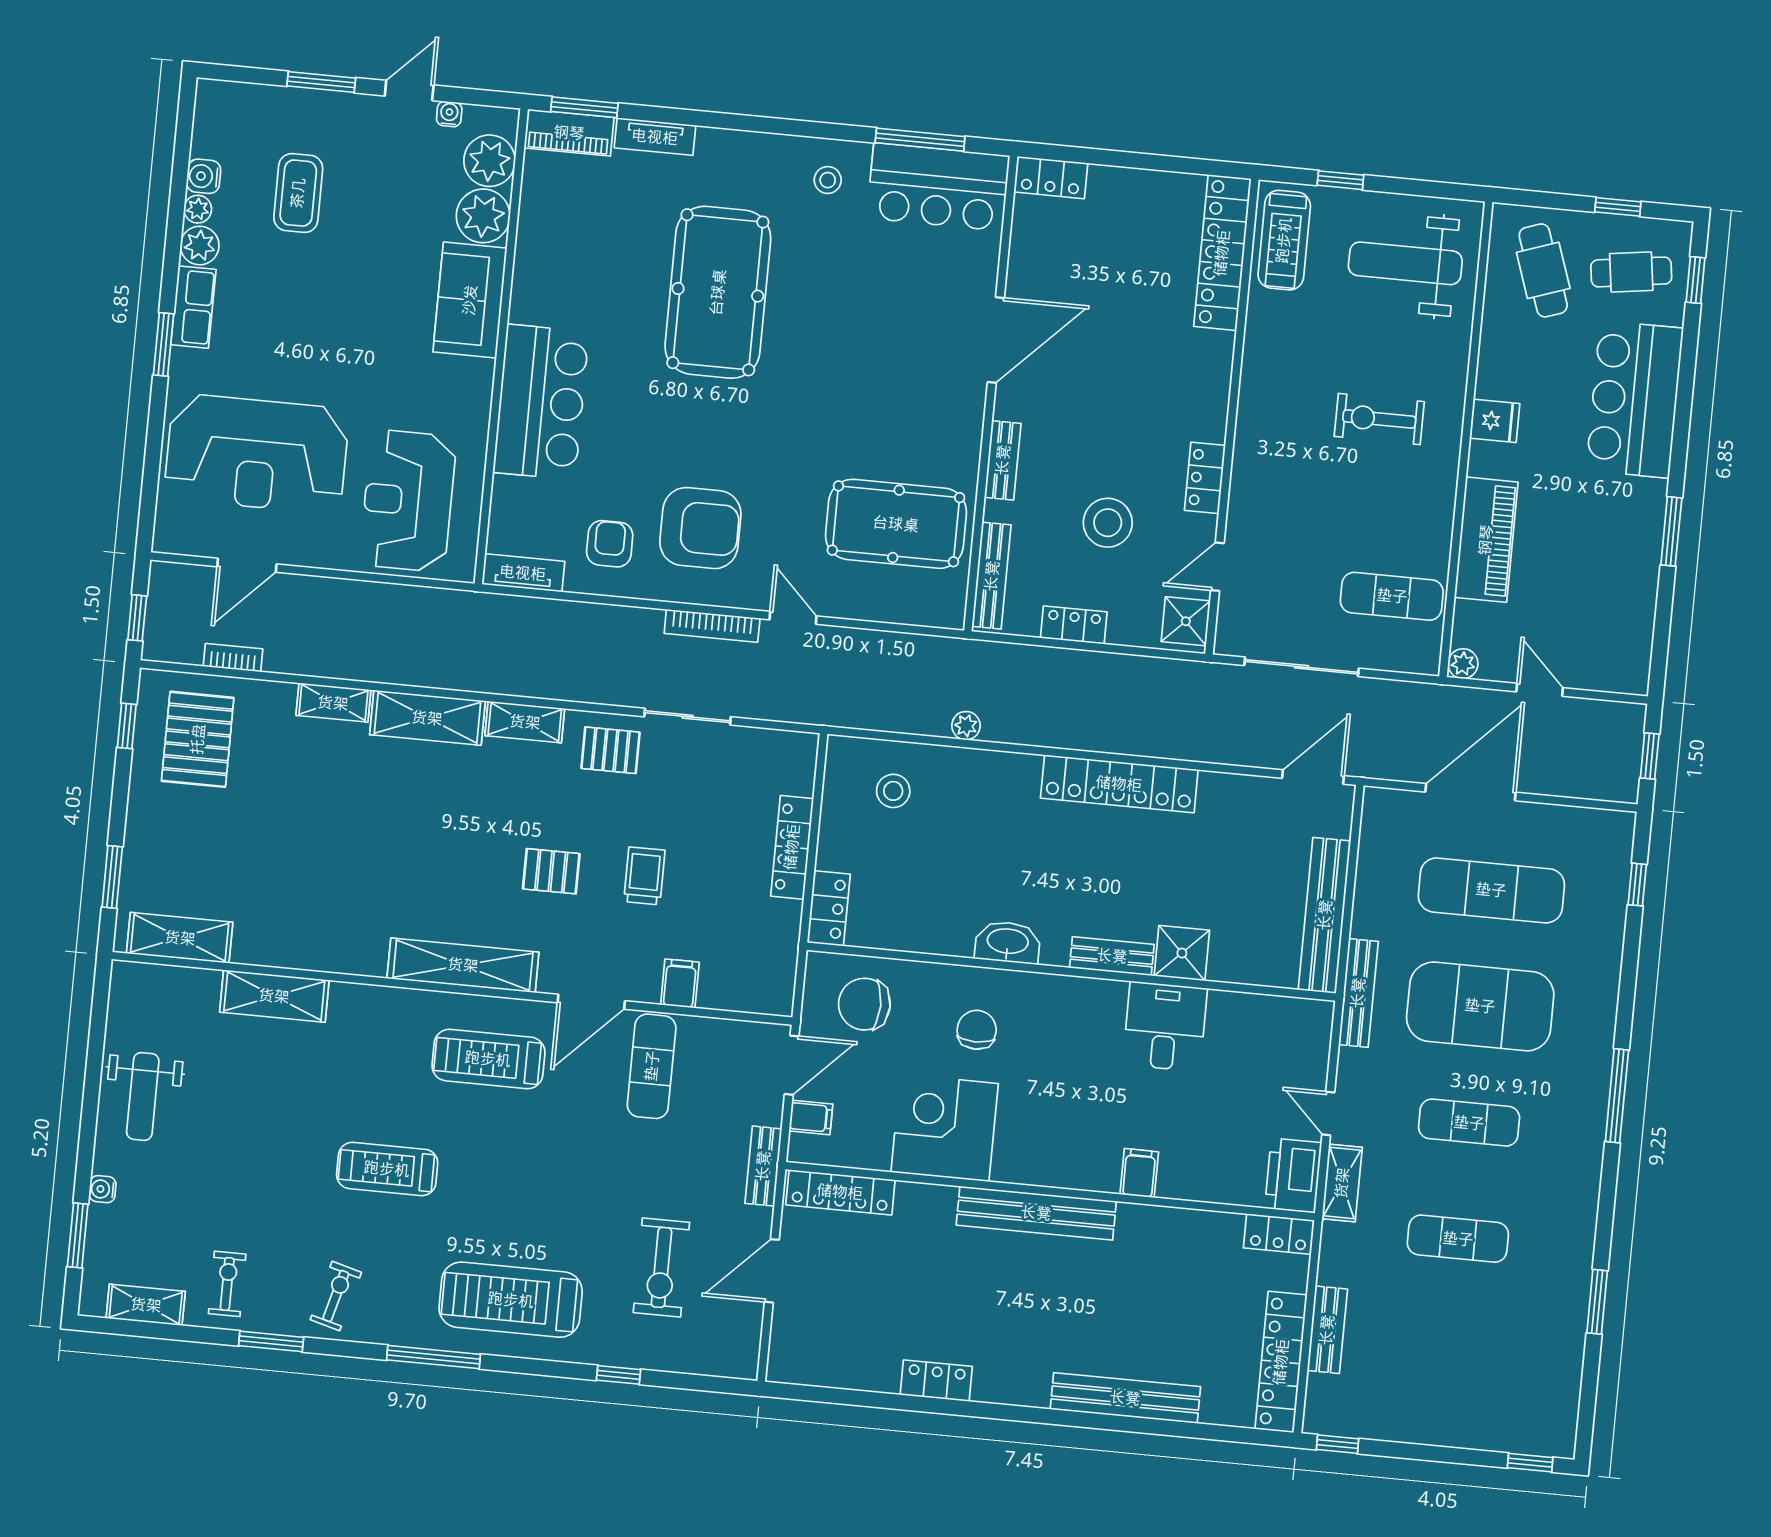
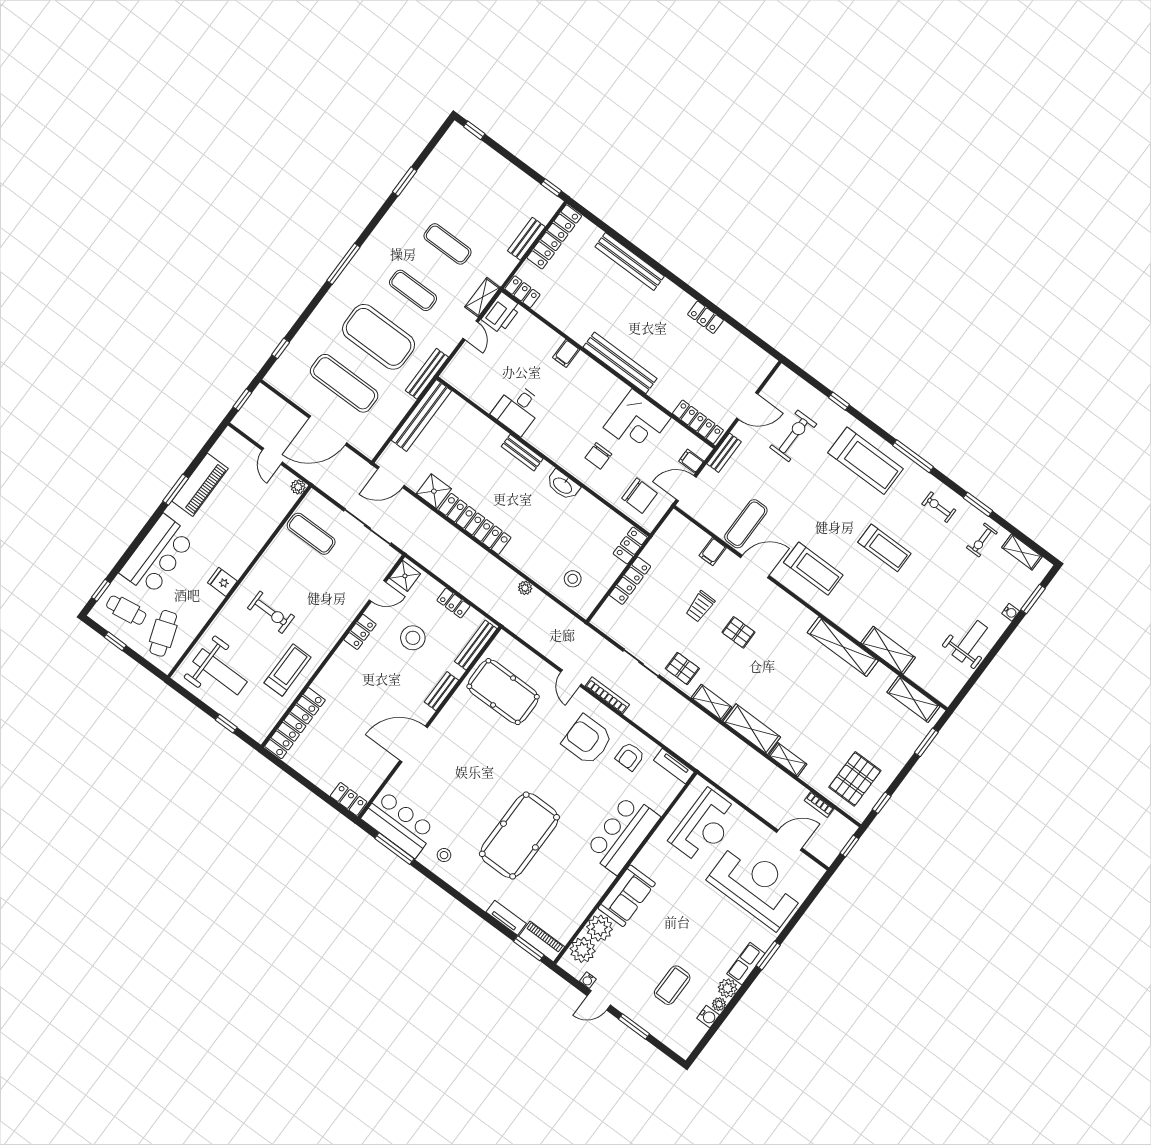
treadmill: (1284, 240) -> (288, 670), moved
piano: (1486, 540) -> (200, 485), moved, turned 180
shower: (1182, 953) -> (434, 491), moved
shelving: (463, 965) -> (843, 647), moved
exercise bike: (336, 1296) -> (939, 507), turned 75

